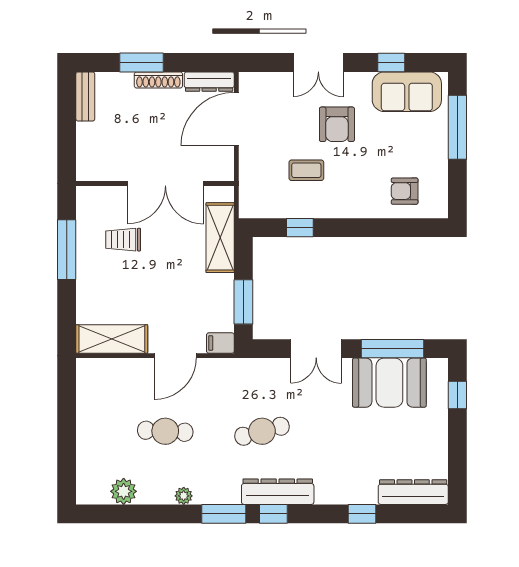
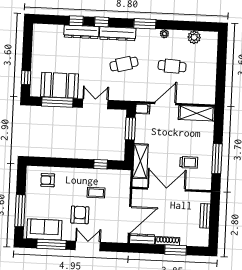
window: (391, 63) -> (51, 244), width x2.17
bench: (85, 97) -> (205, 216), moved
armchair: (405, 191) -> (48, 180), turned 180
dresser: (413, 492) -> (81, 32), moved
window: (273, 514) -> (102, 22), moved

